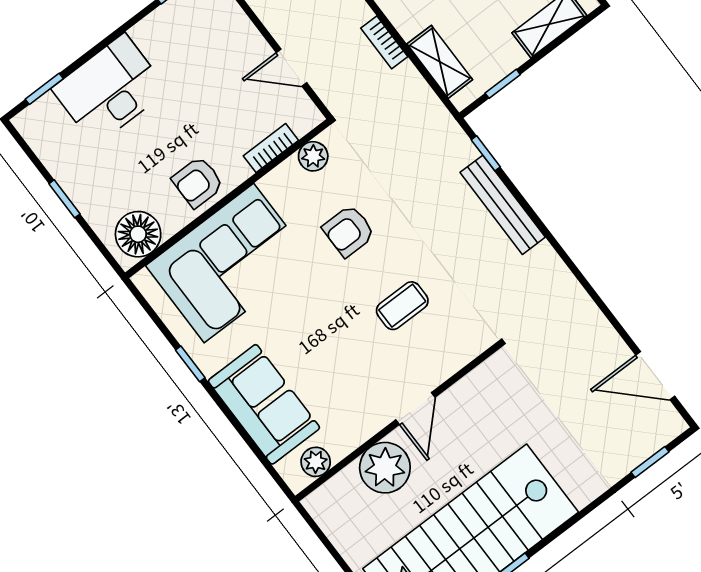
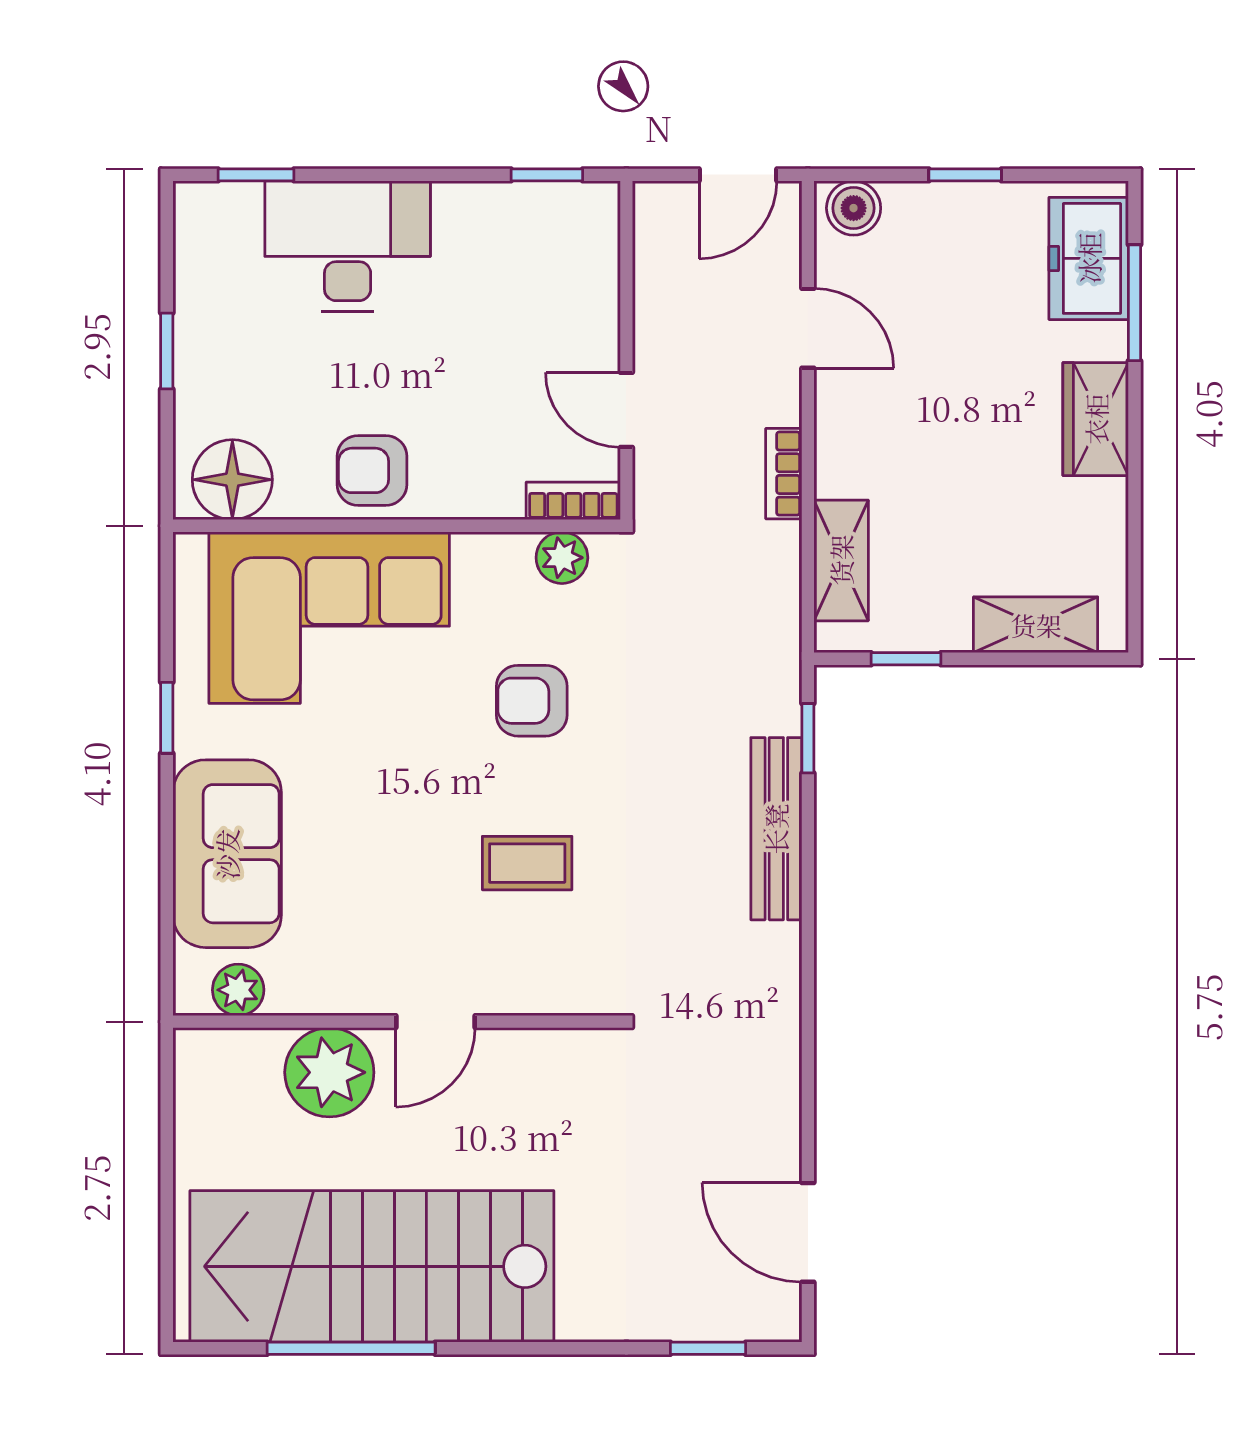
bookcase: (271, 148) -> (573, 501), moved

